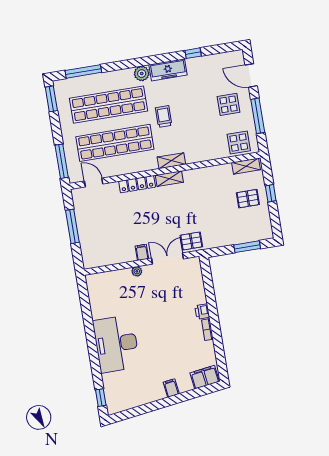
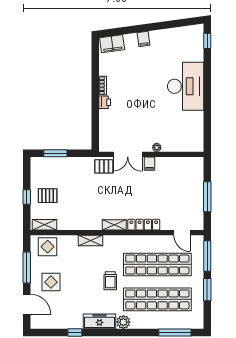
window: (51, 99) -> (207, 290), moved
shelving: (171, 161) -> (91, 240), moved

